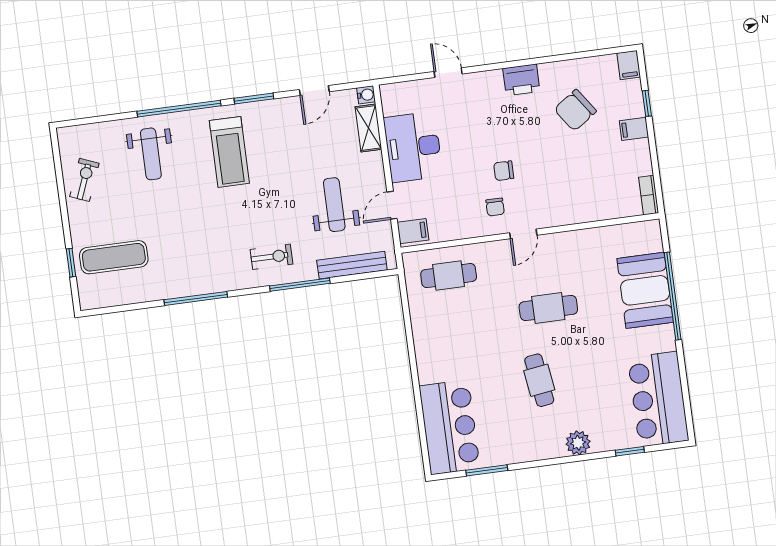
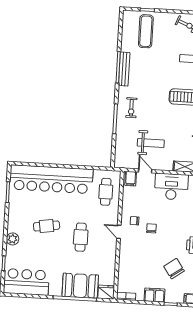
filing cabinet: (634, 129) -> (155, 295), width x2.00
fridge: (648, 236) -> (106, 292), added
bench: (352, 265) -> (124, 69), moved
bar counter: (450, 427) -> (51, 179), width x1.86

